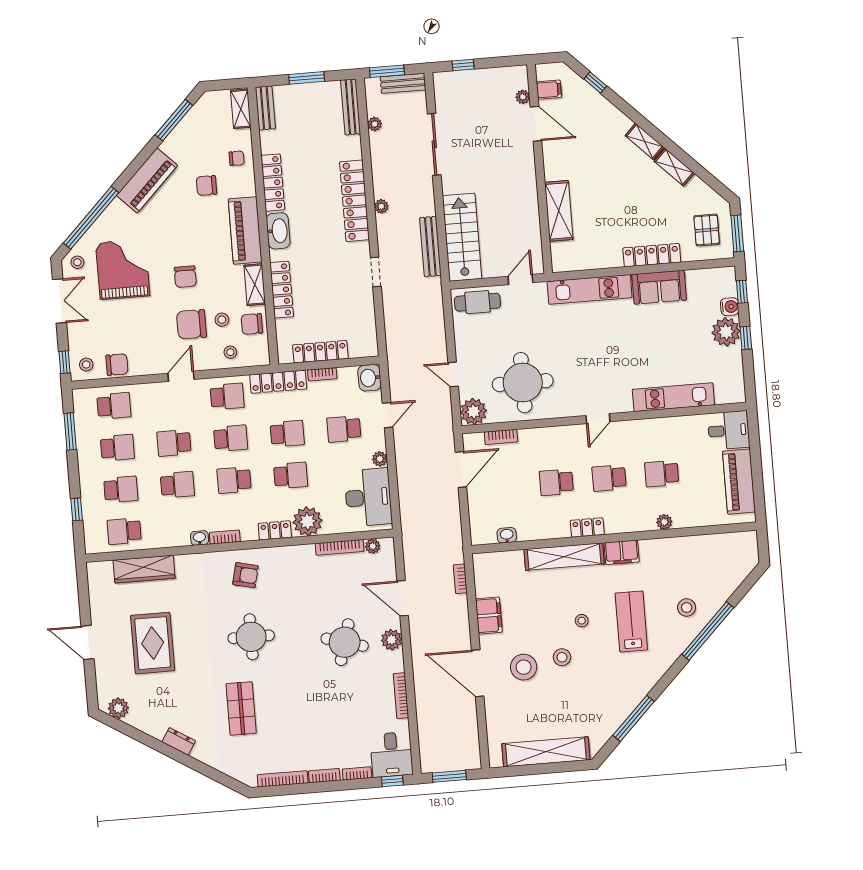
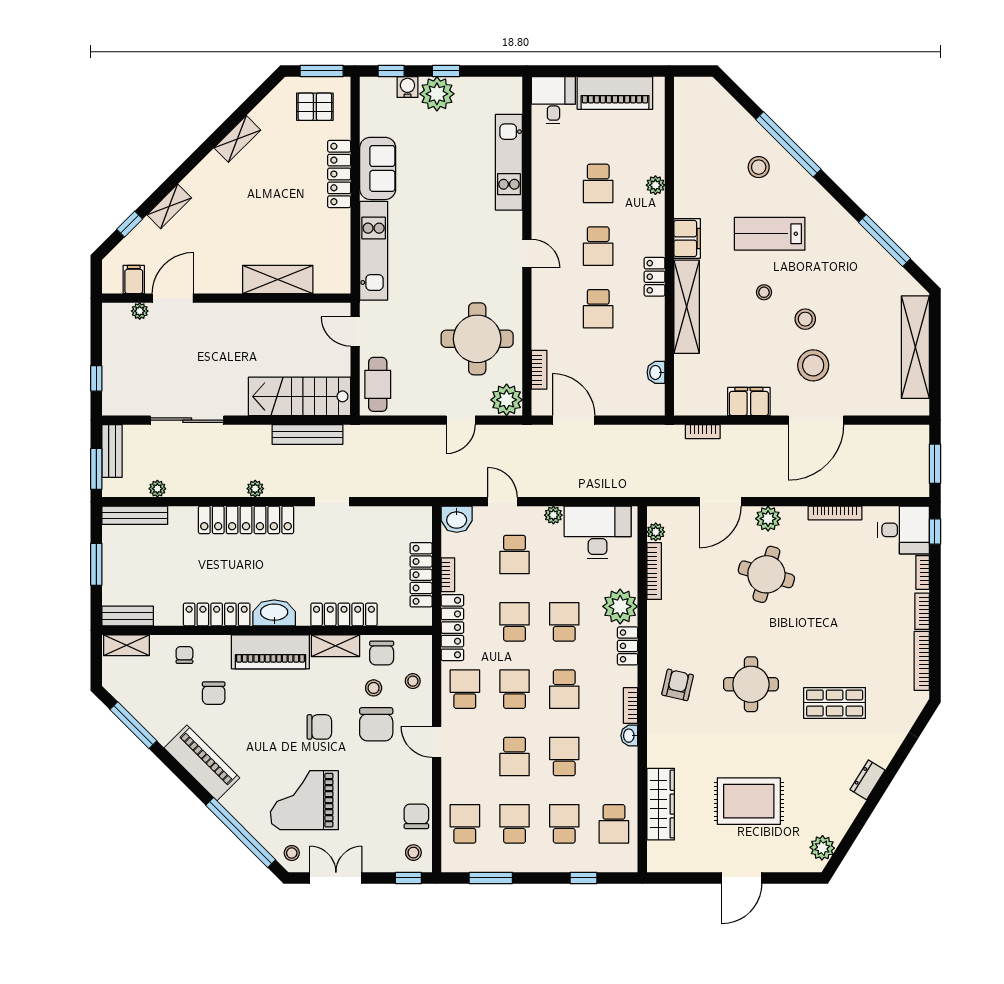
shelving: (644, 141) -> (169, 206), moved

